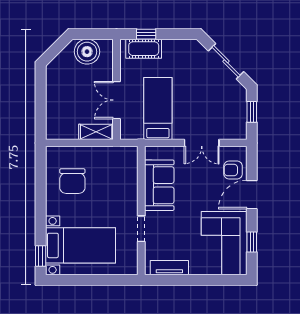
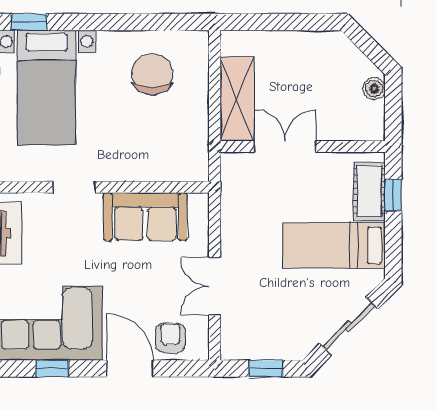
boiler: (87, 52) -> (374, 89), width x0.54, depth x0.54
bed: (158, 108) -> (334, 245), moved, turned 180
shelving: (96, 132) -> (237, 99), width x1.50, depth x1.33
chair: (72, 181) -> (152, 74), turned 90

